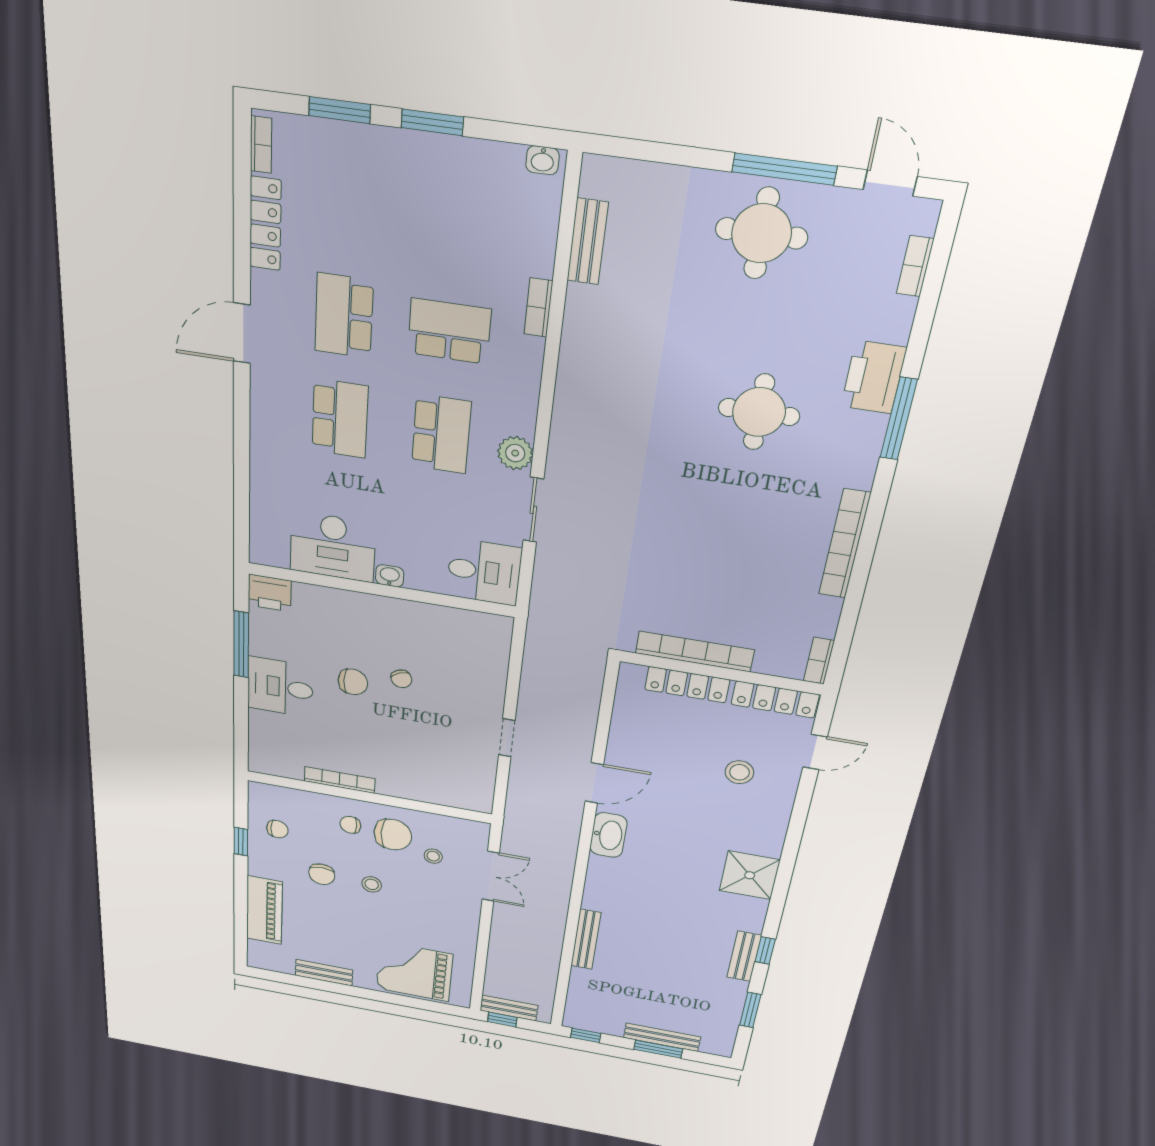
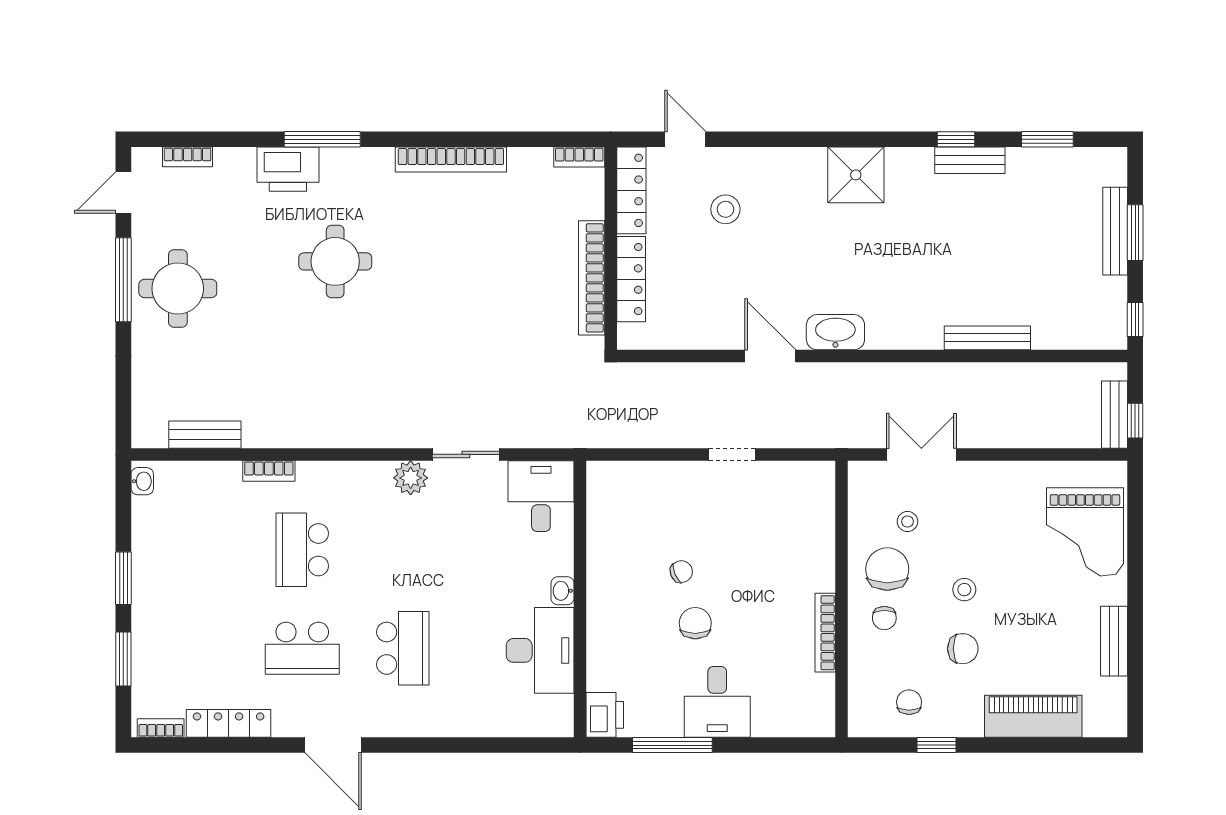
school desk: (340, 419) -> (403, 648), turned 90
school desk: (441, 434) -> (403, 550), removed

